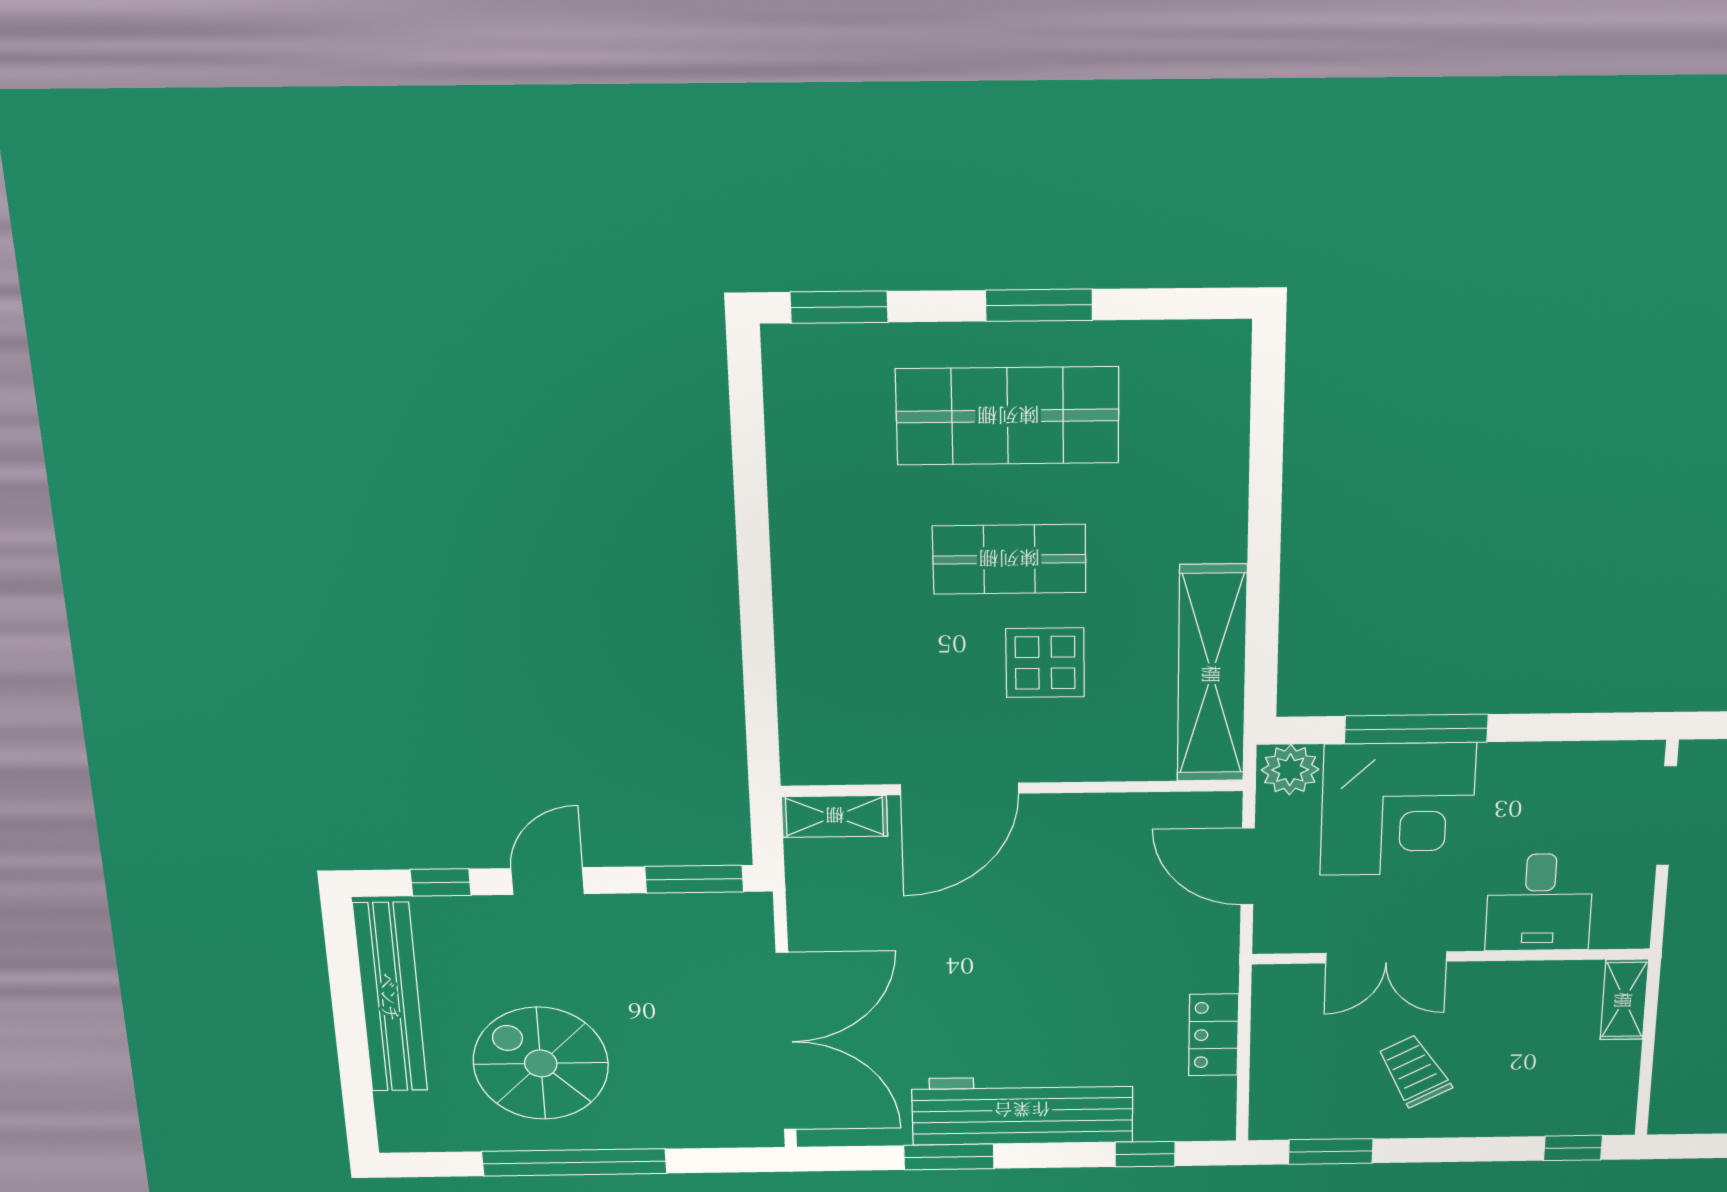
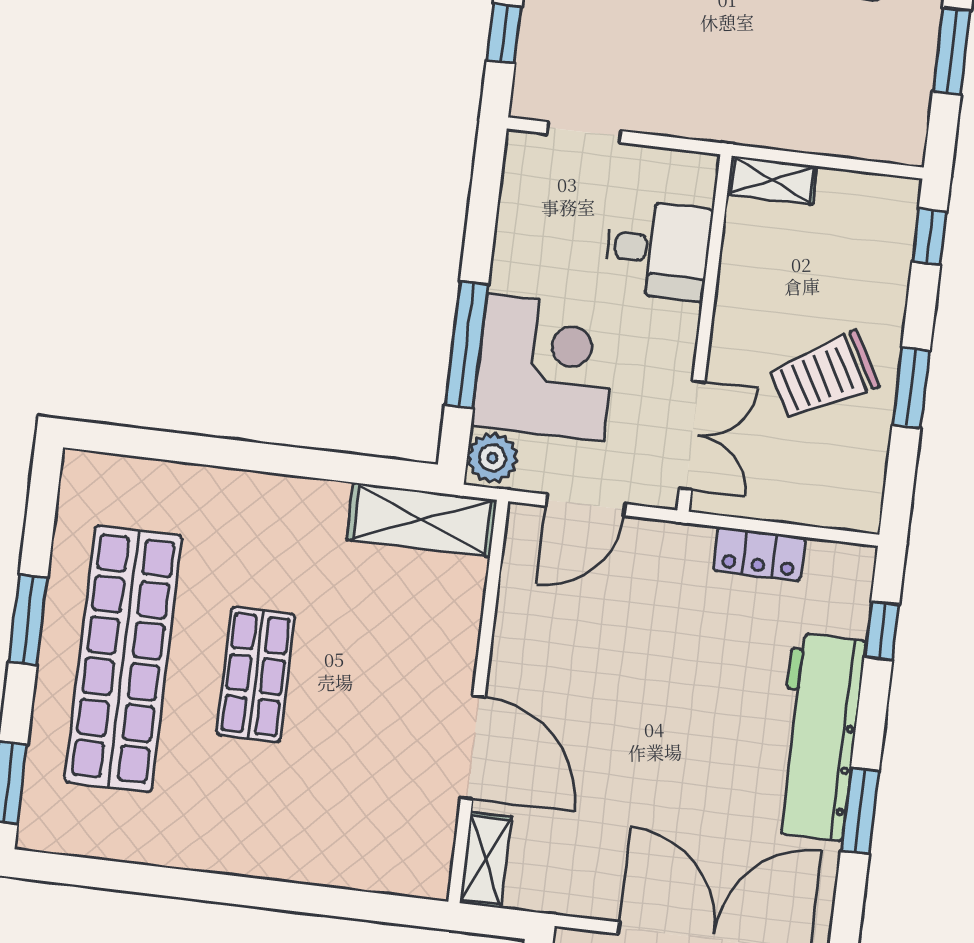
shop shelf: (1008, 416) -> (123, 659), width x1.40
display table: (1045, 663) -> (358, 657), removed
shelving: (1212, 674) -> (422, 520), width x0.68
doorway: (1666, 816) -> (584, 132), width x0.73
double door: (1386, 957) -> (692, 435), moved
trolley: (1414, 1071) -> (823, 376), width x1.36, depth x1.39
window: (1331, 1151) -> (911, 388), moved

